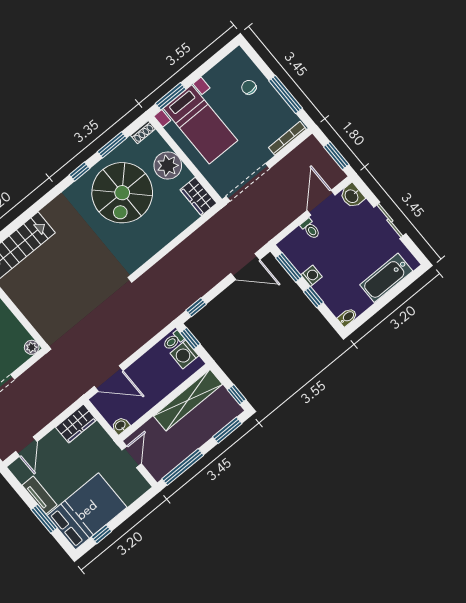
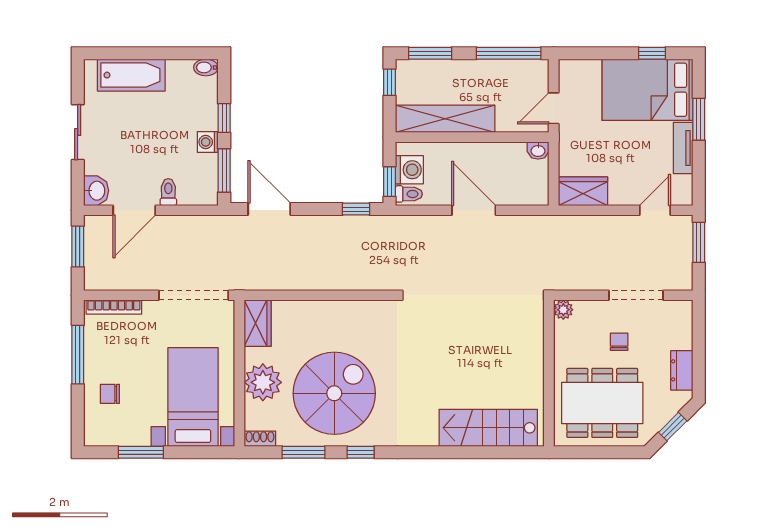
chair: (249, 87) -> (110, 394), turned 90
window: (171, 96) -> (141, 452), moved
door: (109, 378) -> (474, 210), moved

